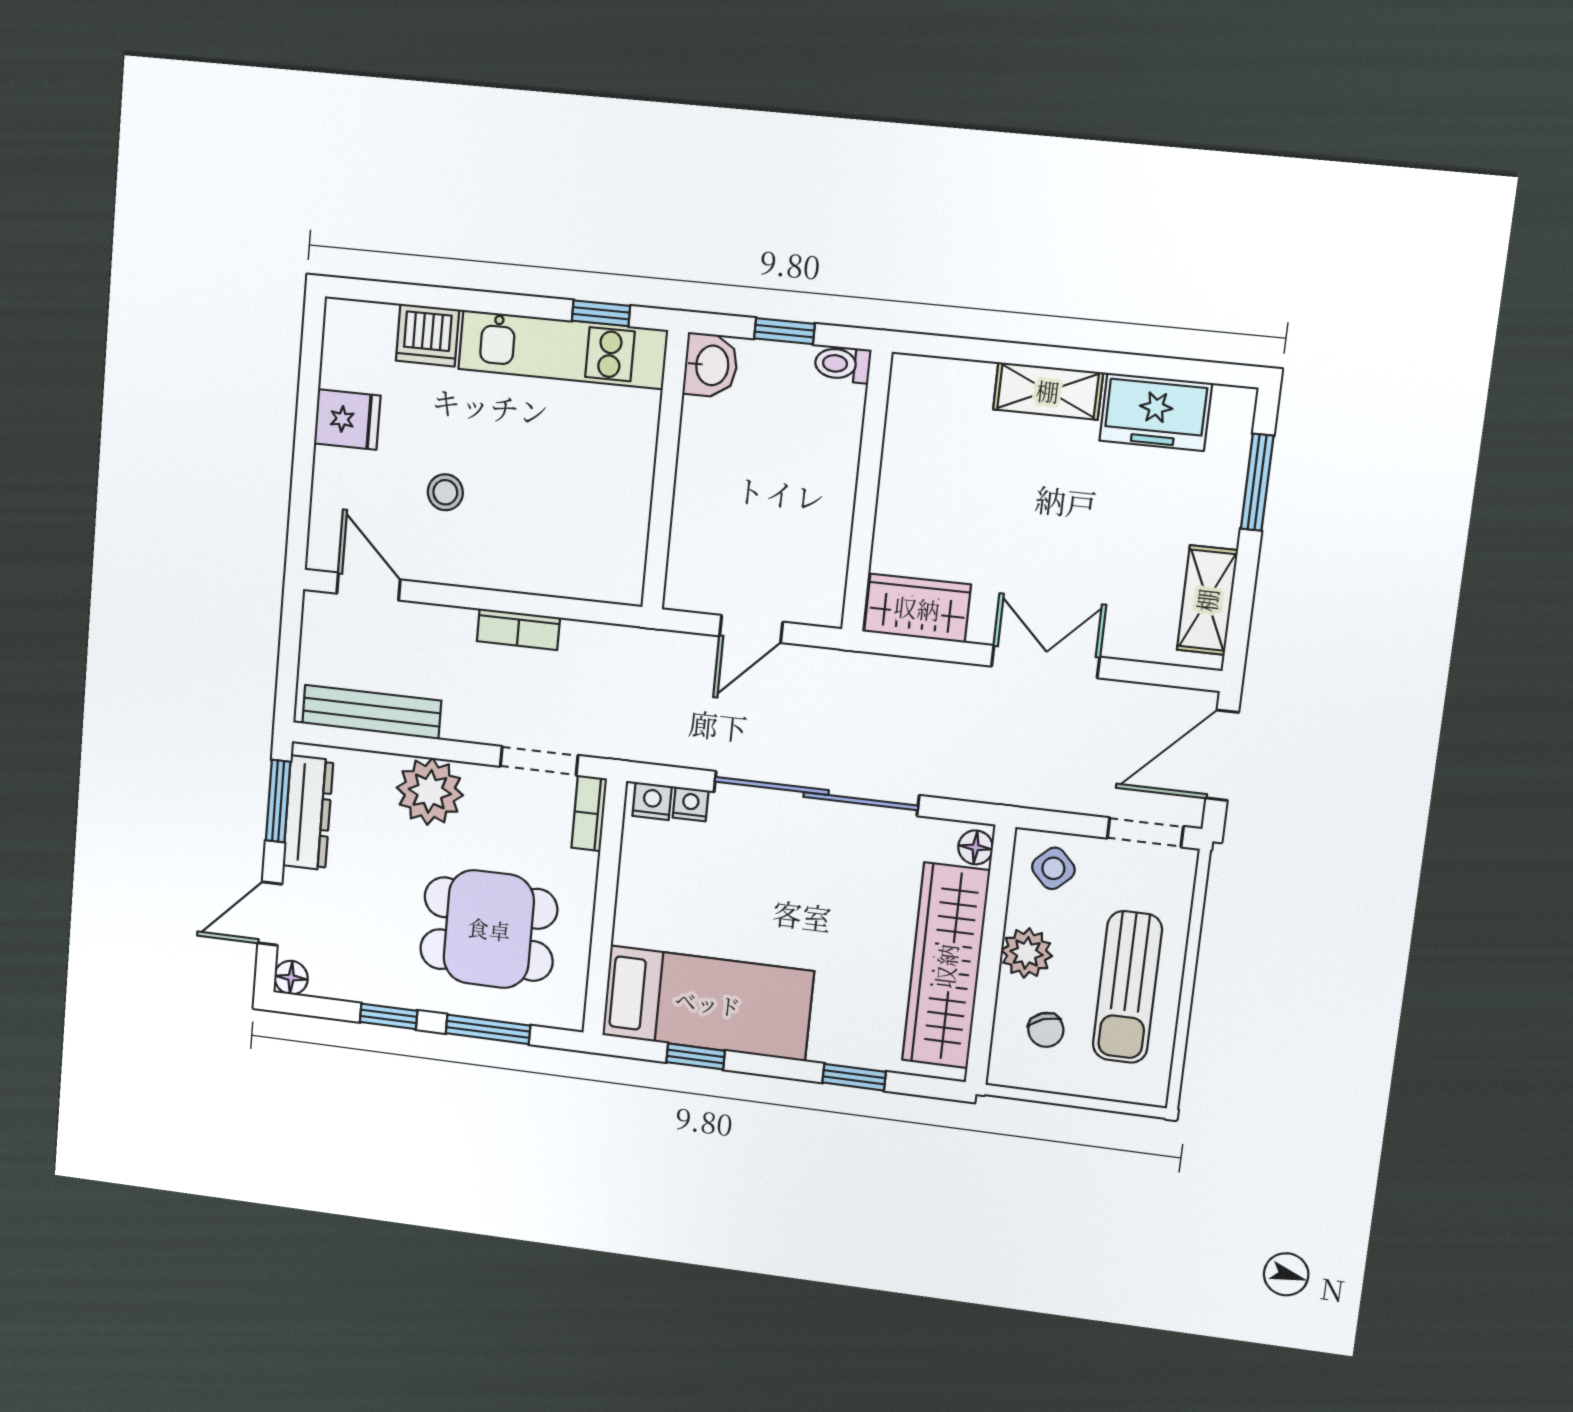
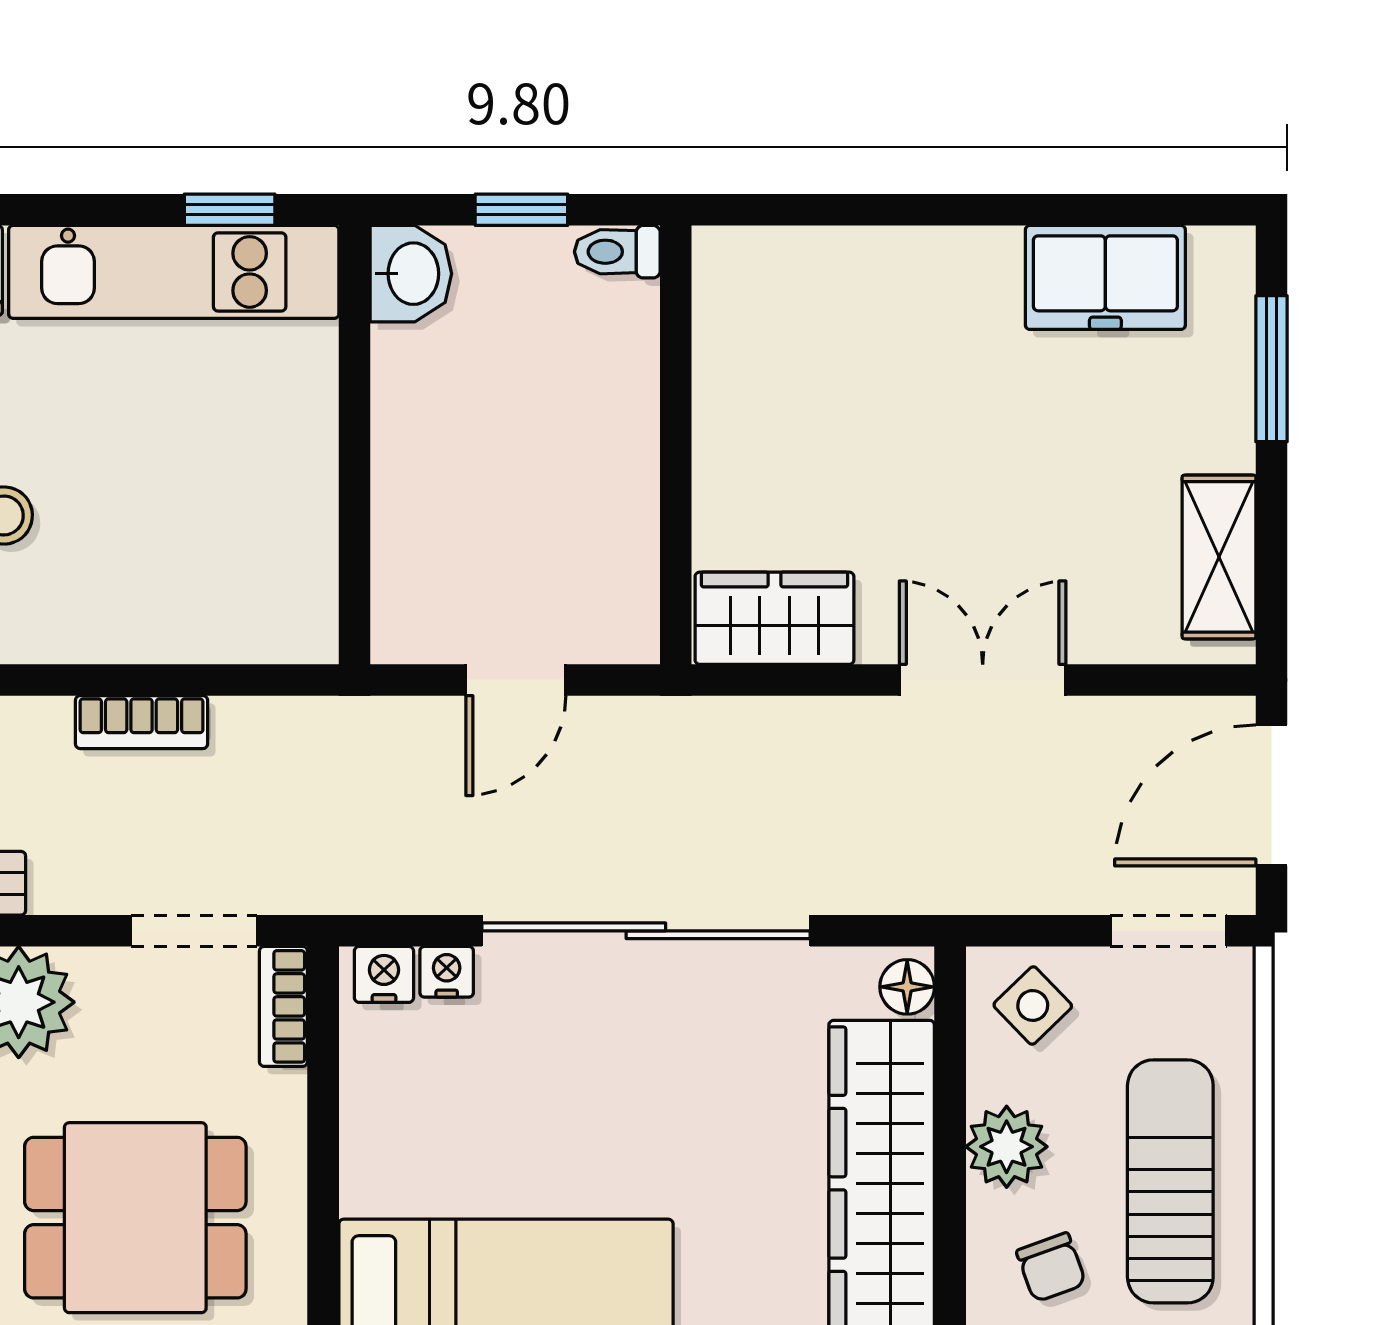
shelving: (1048, 391) -> (938, 262), removed
sun lounger: (1127, 987) -> (1170, 1181), turned 180

